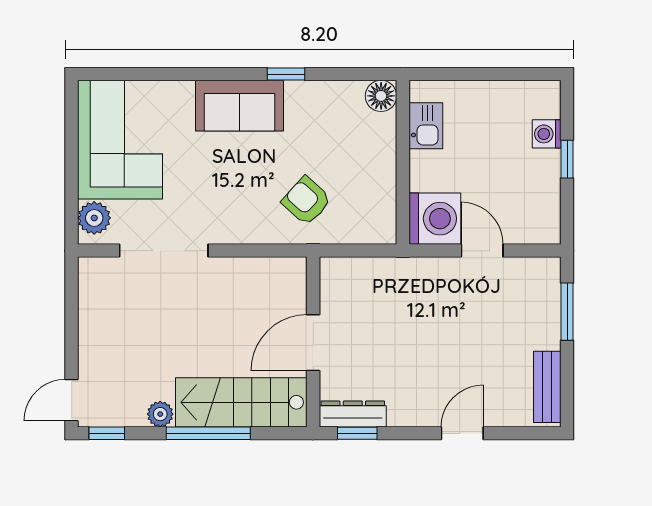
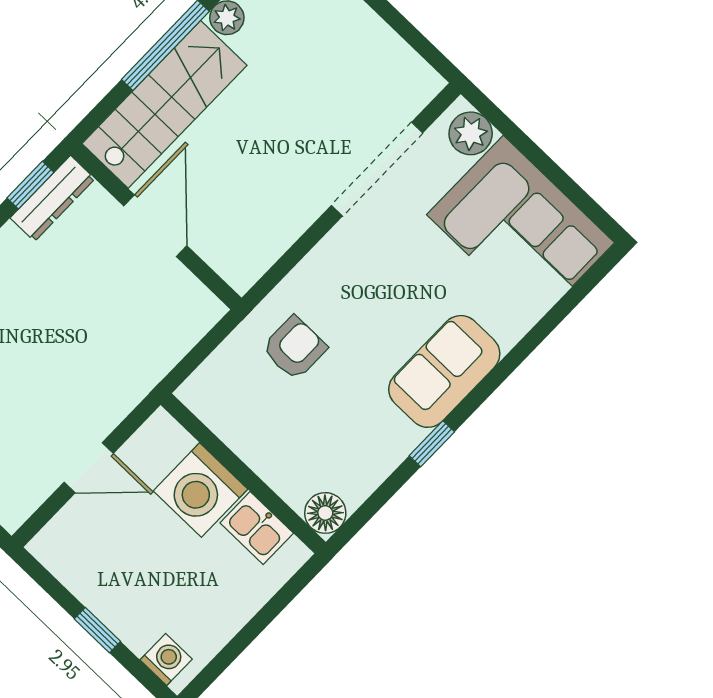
washing machine: (547, 134) -> (166, 660), moved
armchair: (306, 201) -> (294, 348), turned -42
washing machine: (435, 219) -> (200, 490), moved

